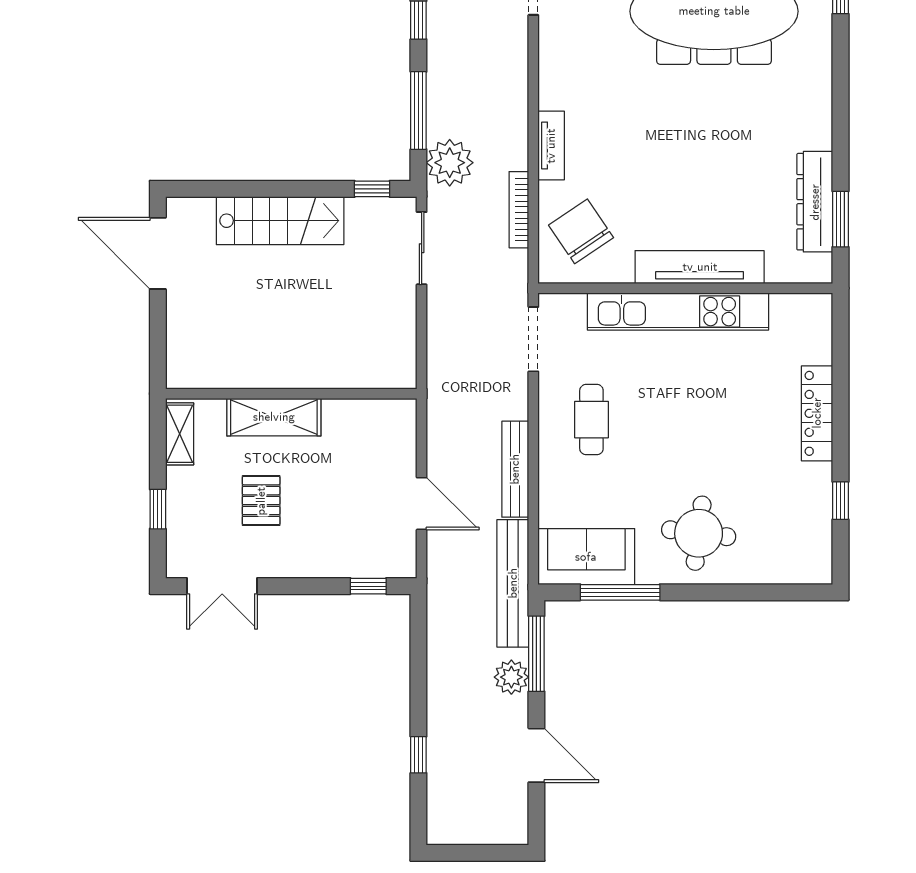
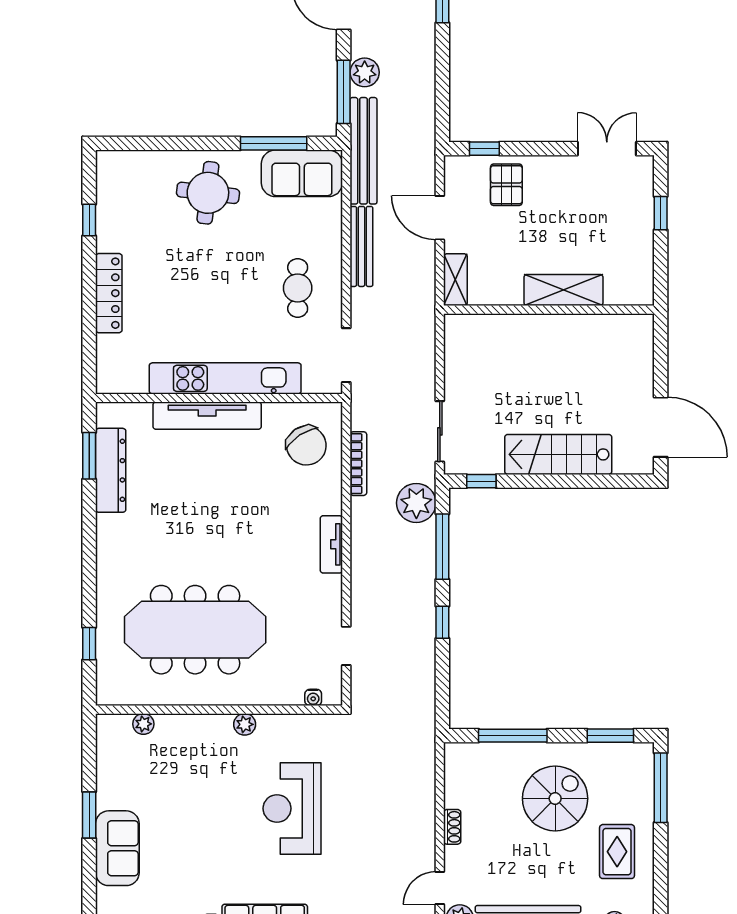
tv unit: (551, 146) -> (331, 544), moved
shelving: (180, 434) -> (455, 280), moved
pallet: (261, 501) -> (506, 185), moved

